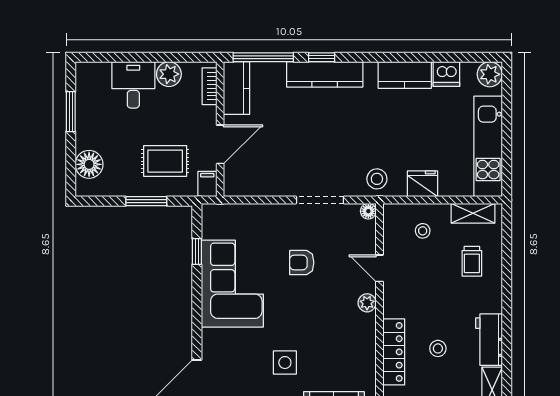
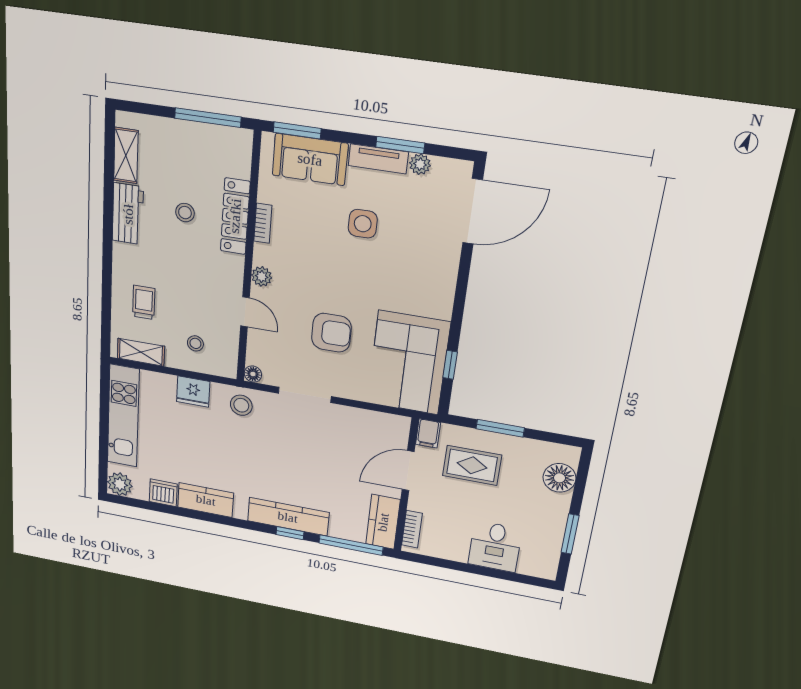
plant: (169, 74) -> (454, 549), removed
armchair: (302, 263) -> (331, 333), width x1.38, depth x1.38
corner sofa: (232, 284) -> (409, 363), moved
bookcase: (369, 350) -> (263, 223), added

